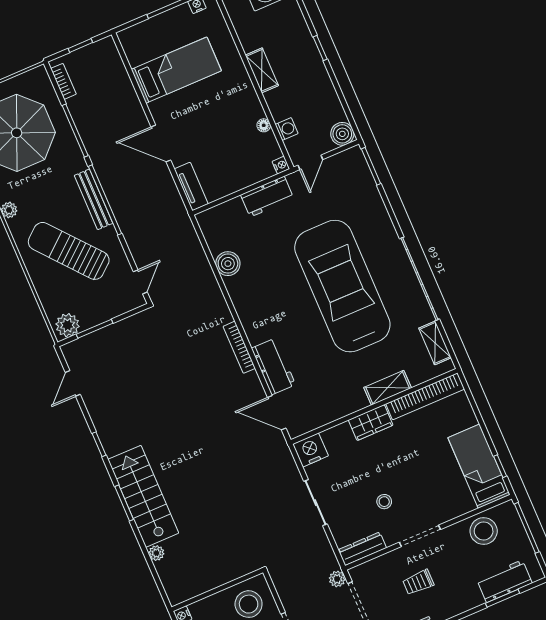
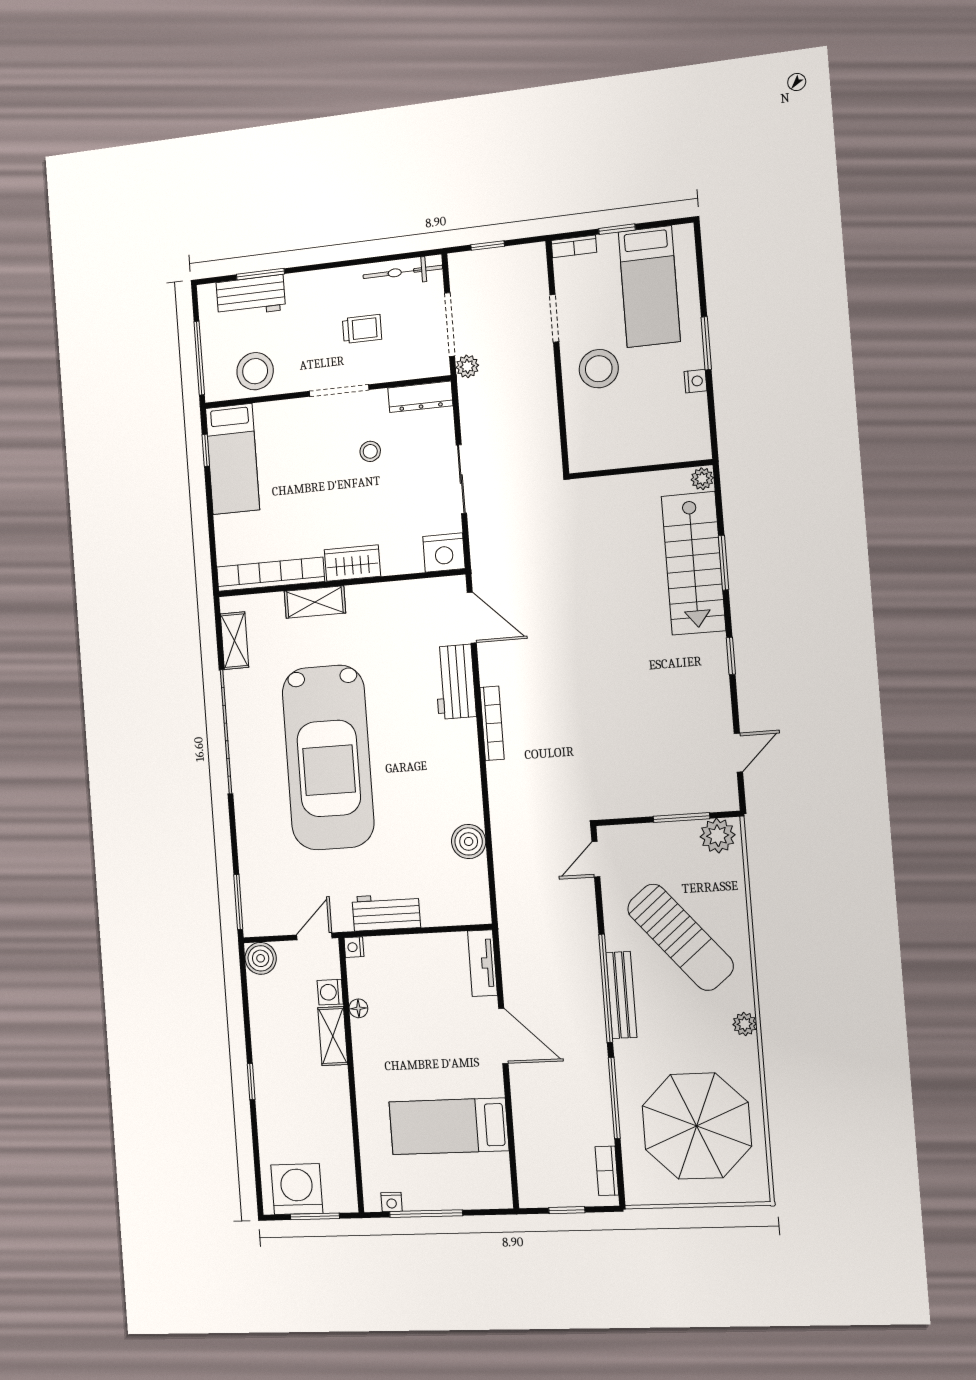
shelving: (262, 70) -> (333, 1036), moved
wall: (217, 590) -> (640, 469), moved

